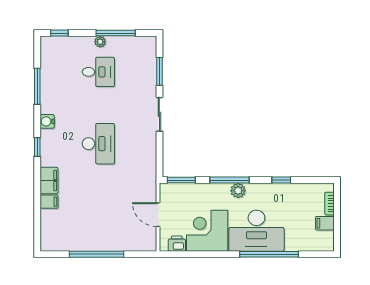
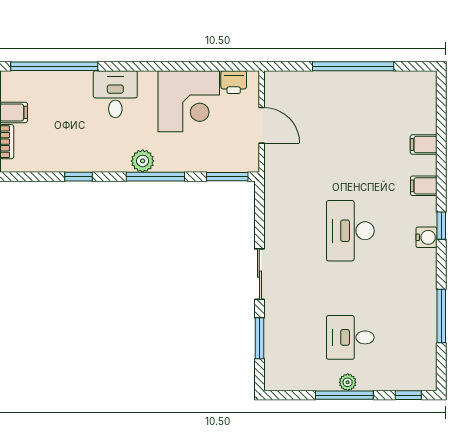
window: (116, 33) -> (344, 395), moved
water cooler: (47, 121) -> (426, 237), moved
filing cabinet: (49, 181) -> (424, 186), width x0.50
desk: (256, 231) -> (115, 94), width x0.53, depth x0.77
window: (269, 254) -> (54, 66), moved

